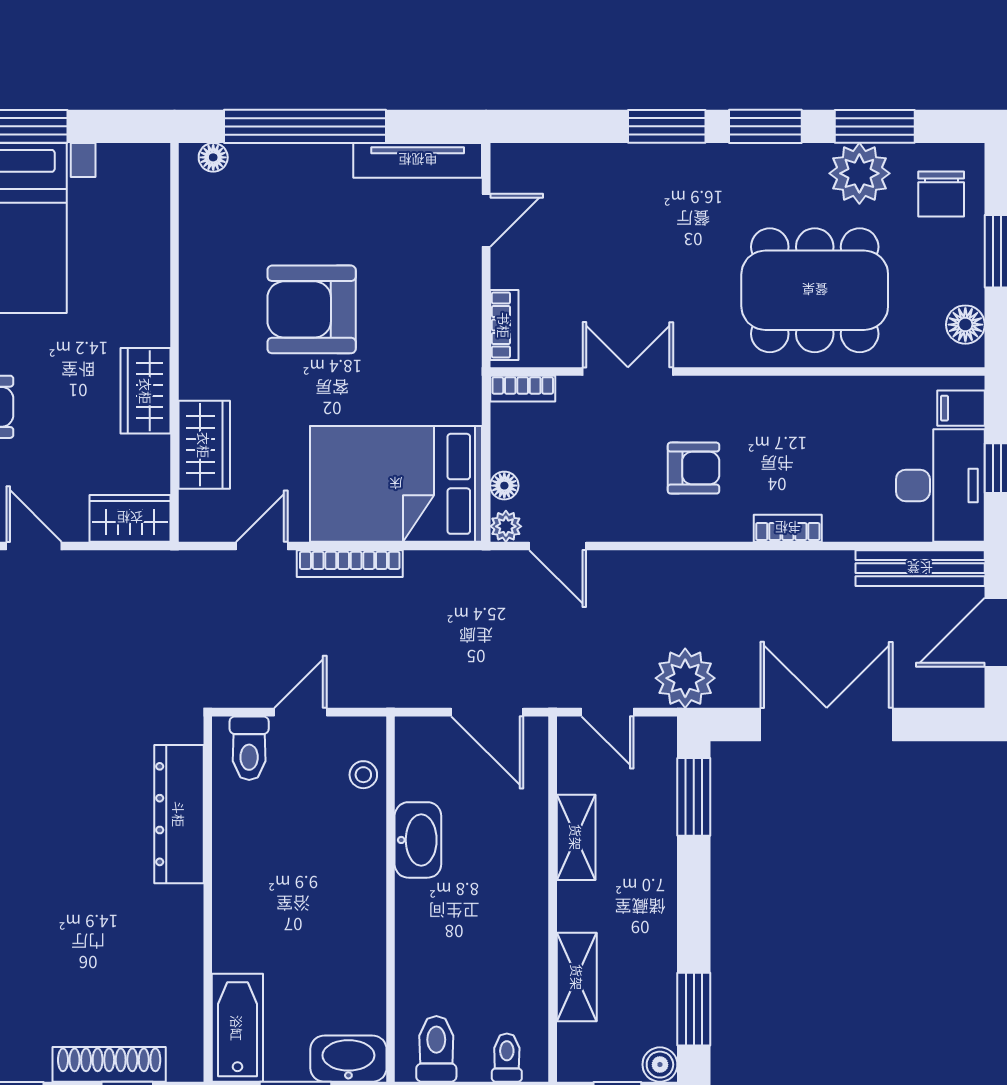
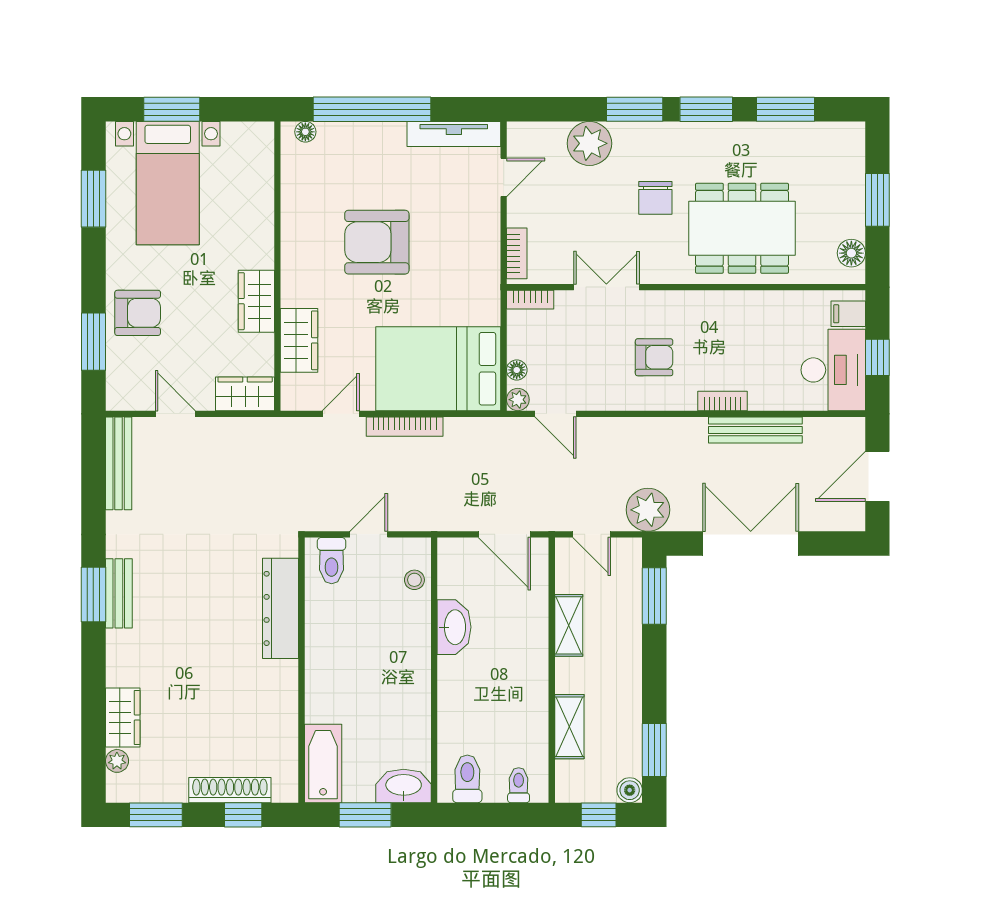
plant: (859, 173) -> (589, 143), moved
chair: (941, 194) -> (655, 198), moved
bench: (920, 568) -> (755, 430), moved

